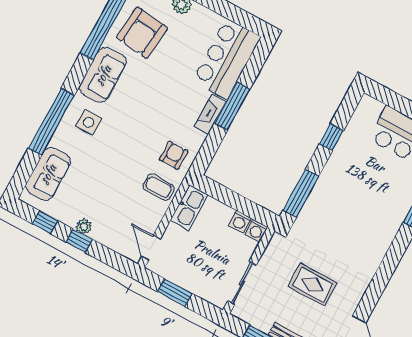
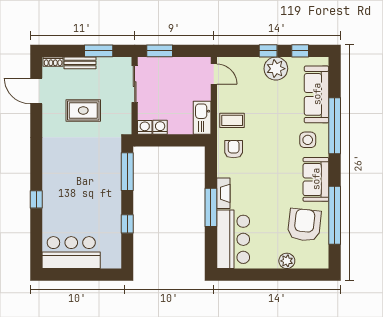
armchair: (174, 155) -> (234, 149), turned 180
sofa: (48, 174) -> (317, 94), width x1.36
plant: (84, 226) -> (276, 69), width x1.88, depth x1.88
window: (175, 293) -> (160, 51), moved

